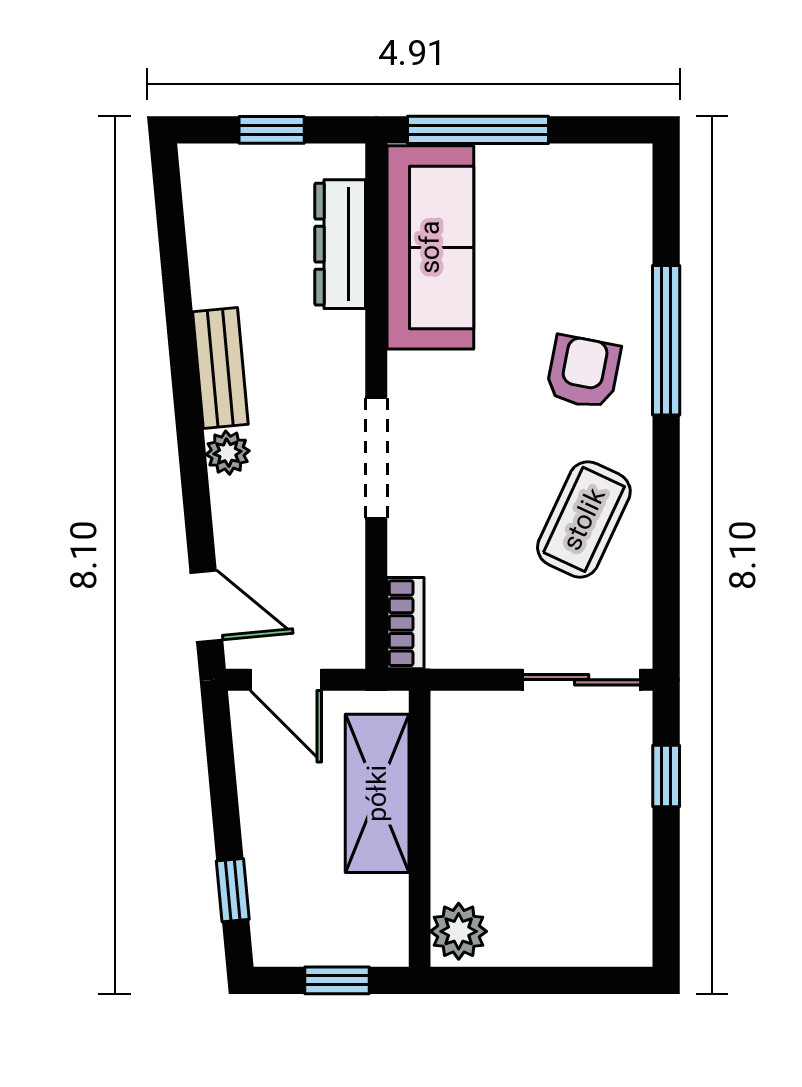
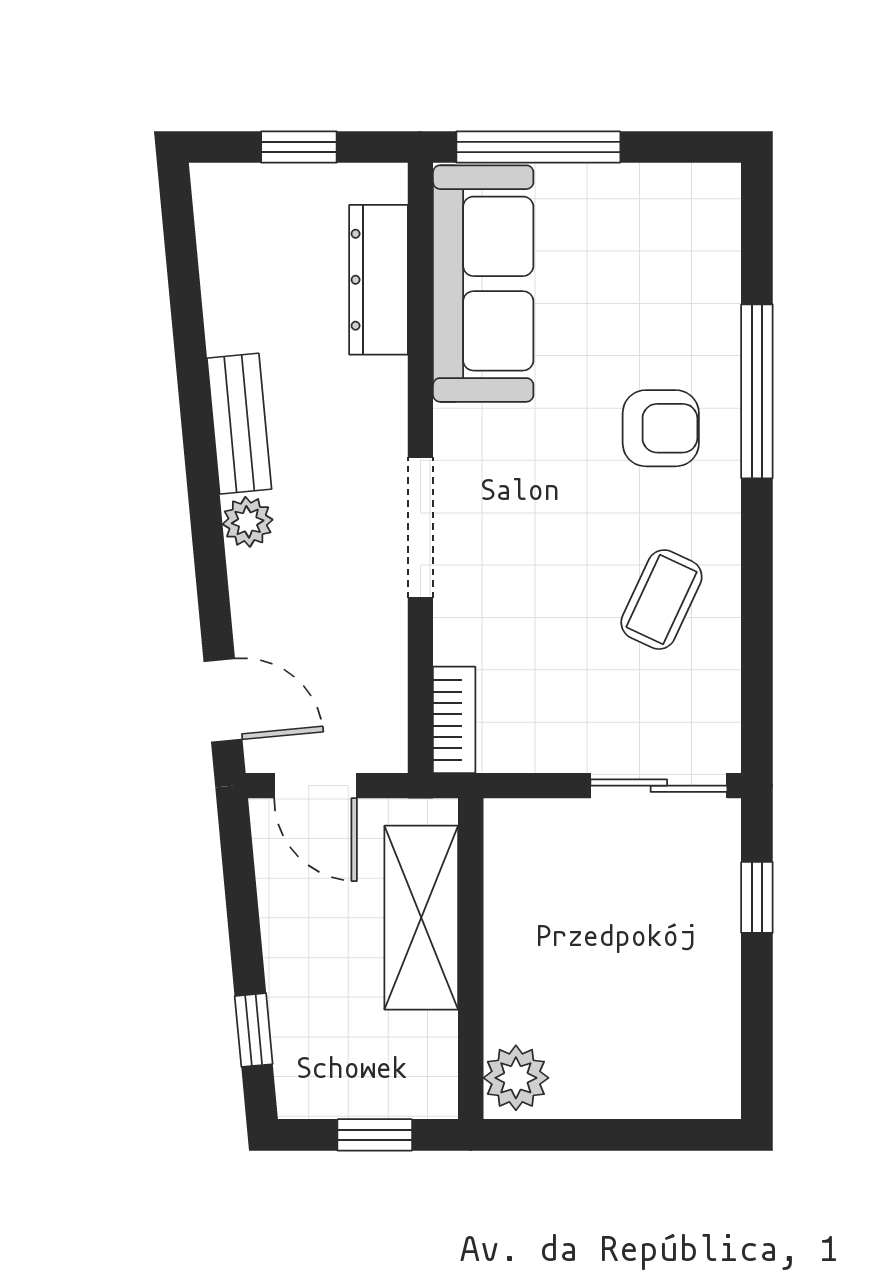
armchair: (583, 372) -> (661, 428), turned 79
coffee table: (584, 519) -> (661, 600), width x0.73, depth x0.77

